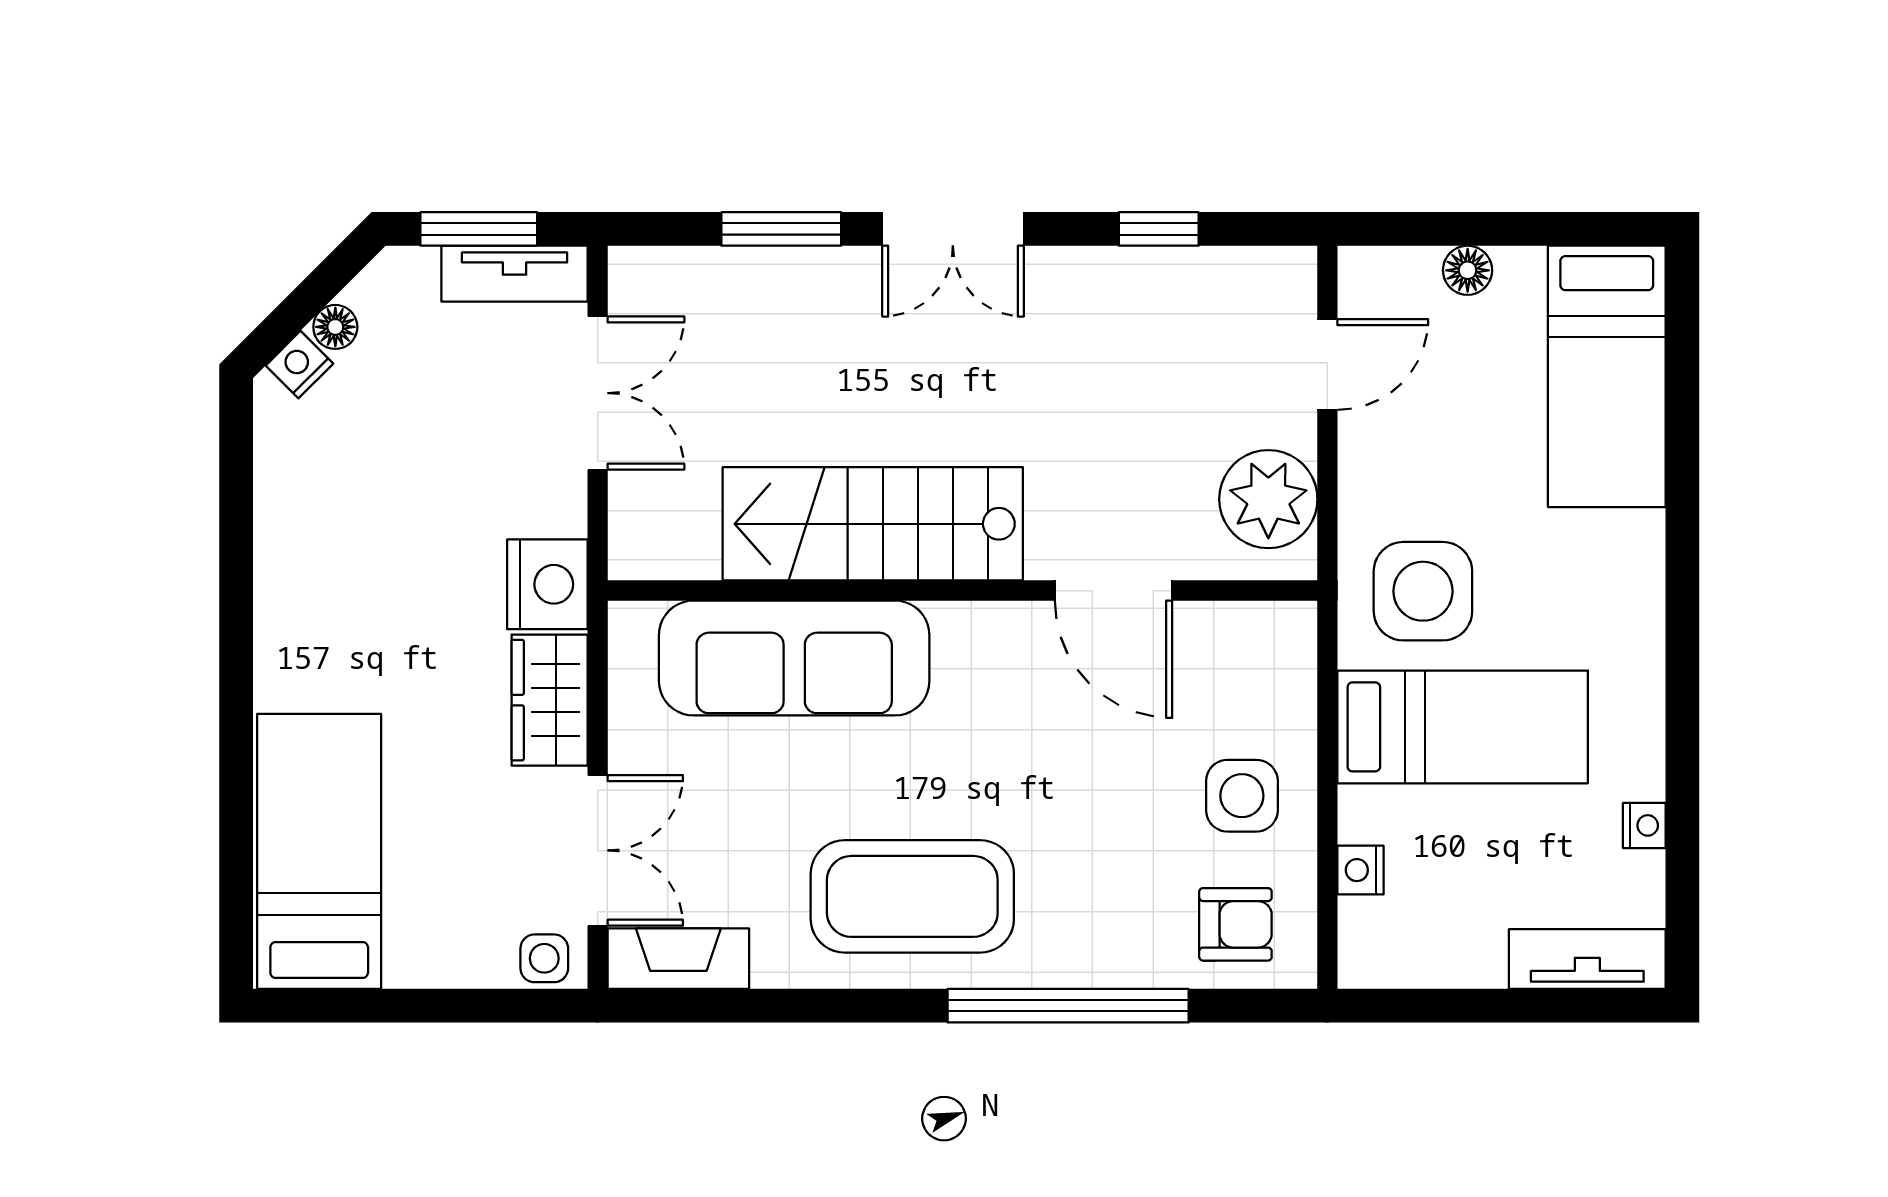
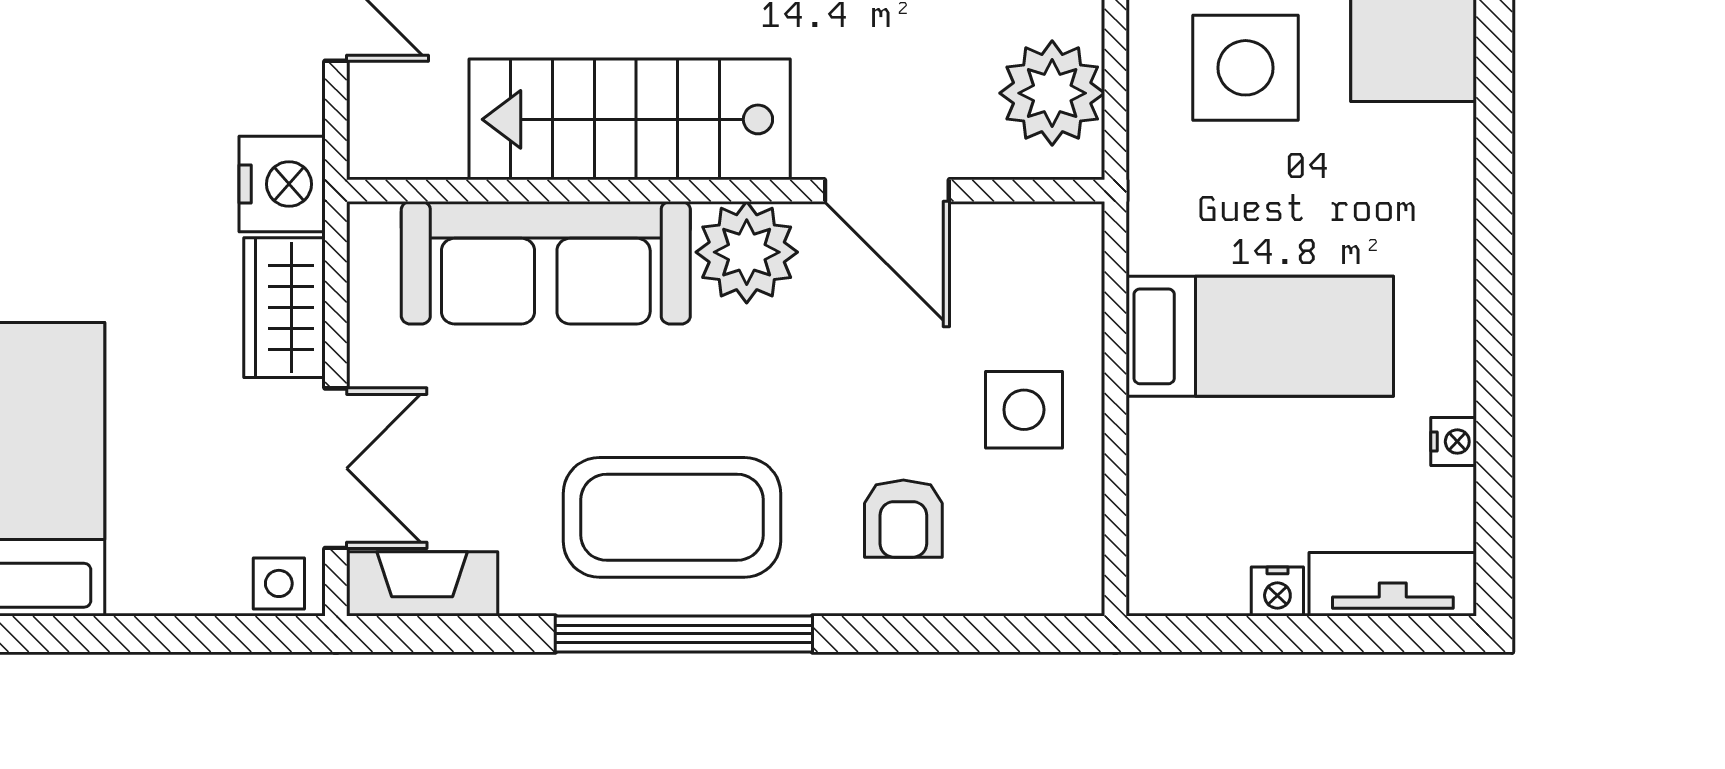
side table: (1423, 591) -> (1245, 68), moved
plant: (982, 648) -> (747, 252), added
nightstand: (1361, 870) -> (1277, 592), moved, turned -90
armchair: (1235, 924) -> (903, 519), moved, turned 90
window: (1068, 1006) -> (684, 634), moved

